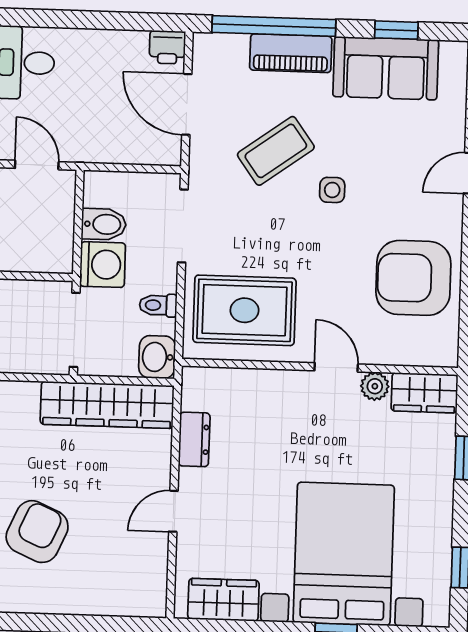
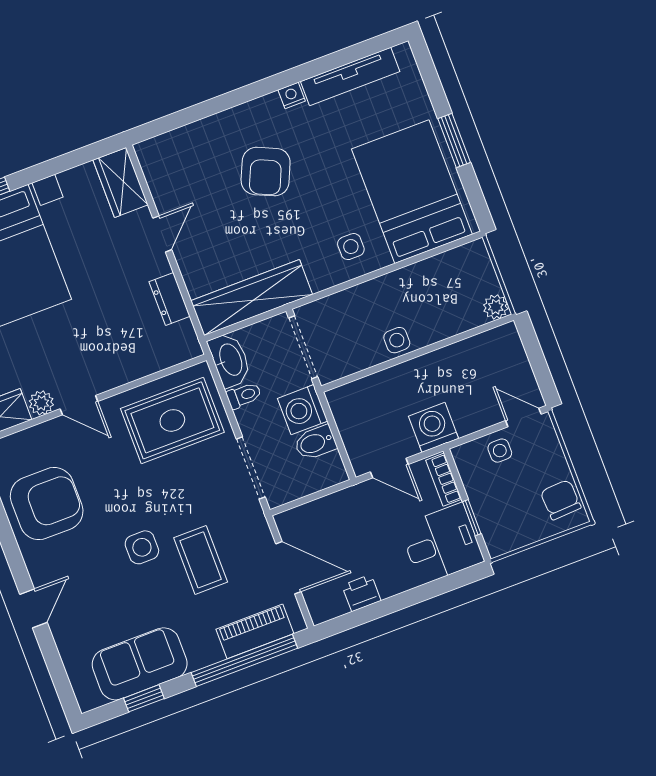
printer: (167, 47) -> (361, 593), moved
piano: (291, 53) -> (255, 631), moved
coffee table: (276, 151) -> (201, 560), turned -54
side table: (332, 190) -> (142, 547), width x1.37, depth x1.37
washbasin: (157, 357) -> (230, 360), width x1.38
wardrobe: (223, 600) -> (121, 182), moved, turned 90

